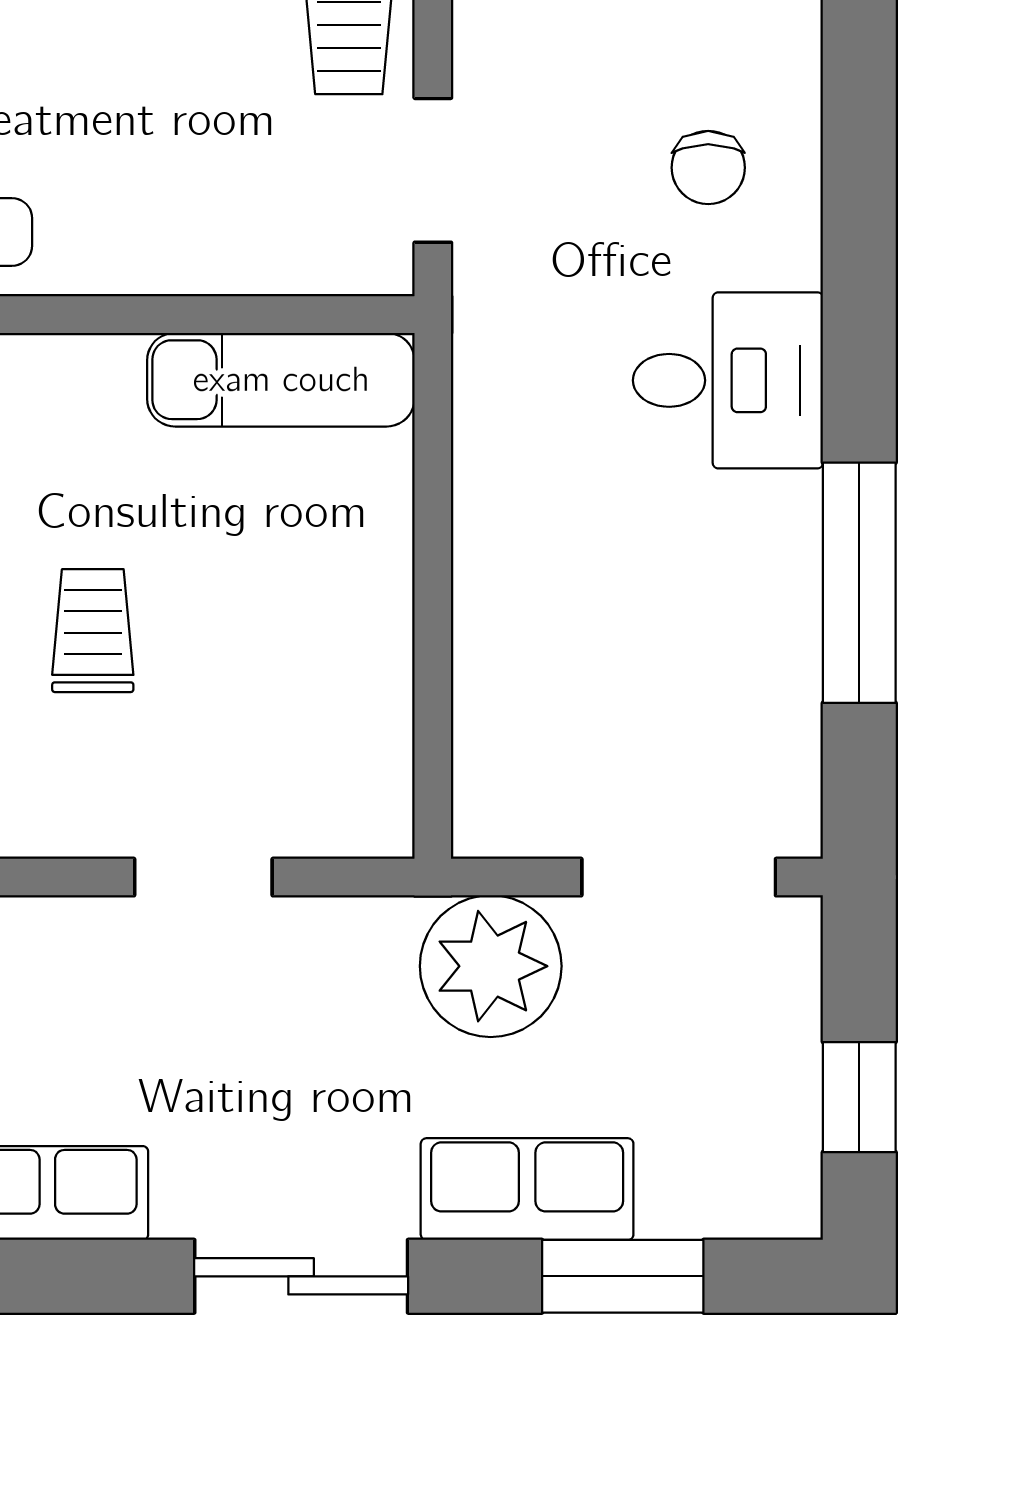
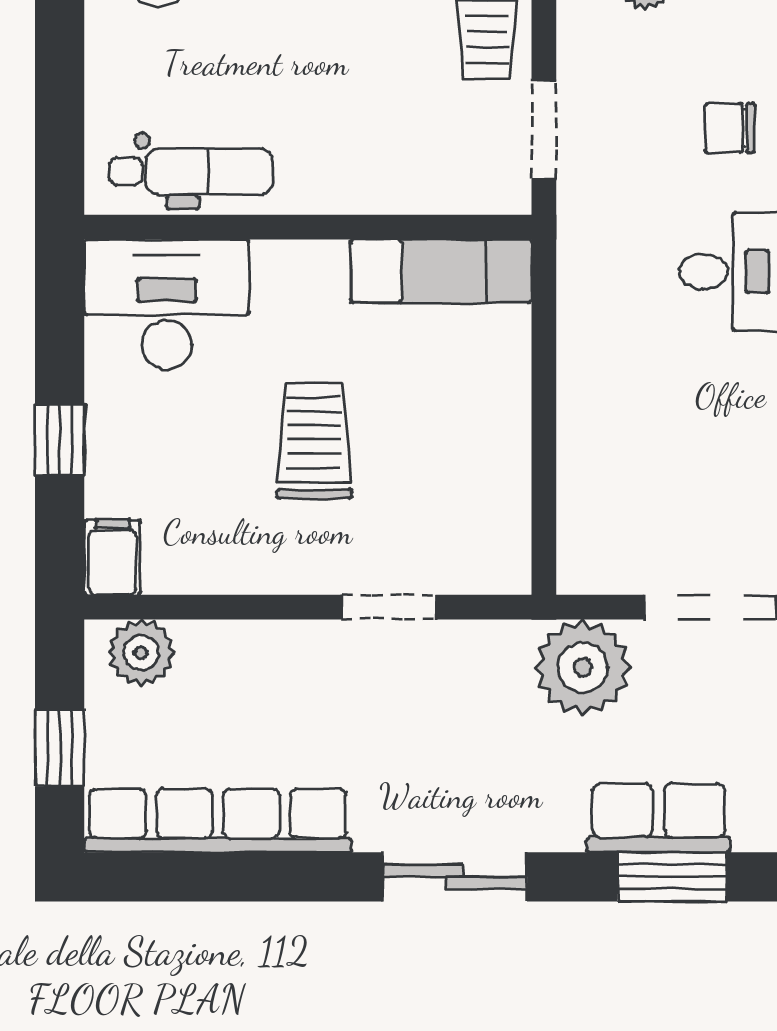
chair: (708, 168) -> (730, 128), turned 90
trolley: (93, 631) -> (314, 441), width x1.36, depth x1.39
row of seats: (527, 1189) -> (659, 818), moved

